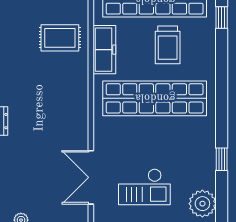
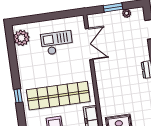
window: (222, 159) -> (18, 96), moved

